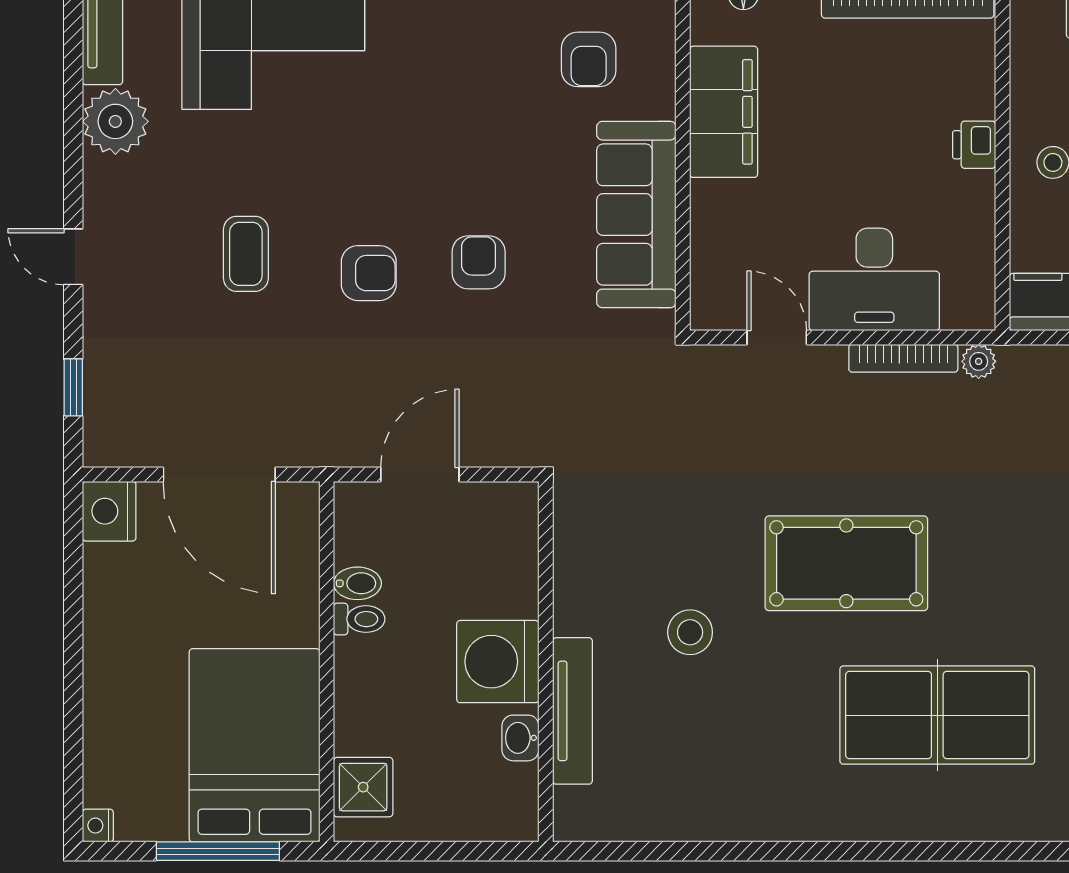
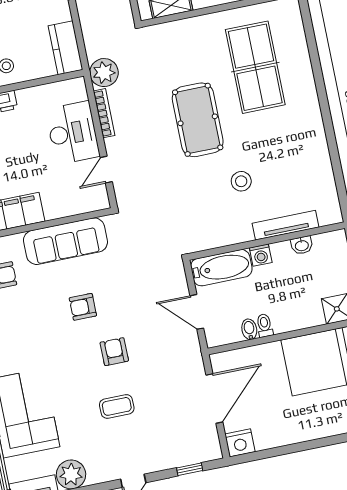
armchair: (479, 262) -> (83, 307), moved
plant: (979, 361) -> (104, 73), width x1.87, depth x1.87
bathtub: (507, 549) -> (221, 268), added
washing machine: (498, 662) -> (261, 255), width x0.53, depth x0.53

